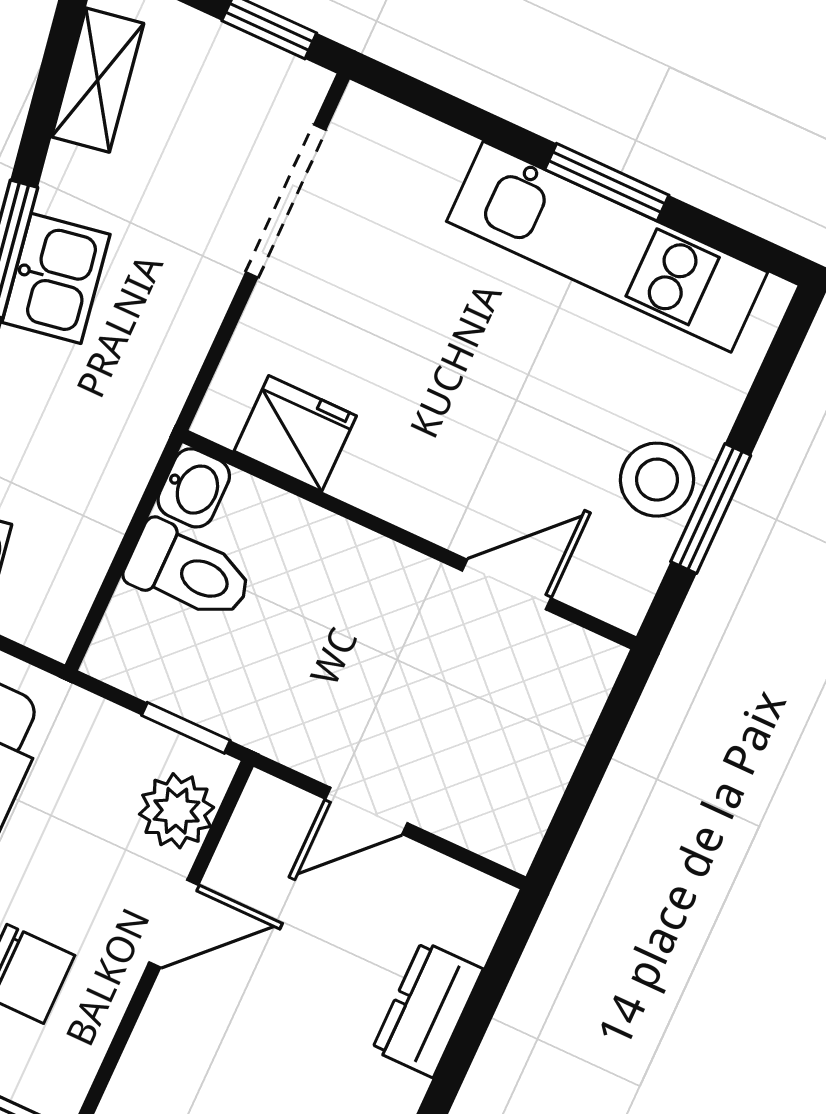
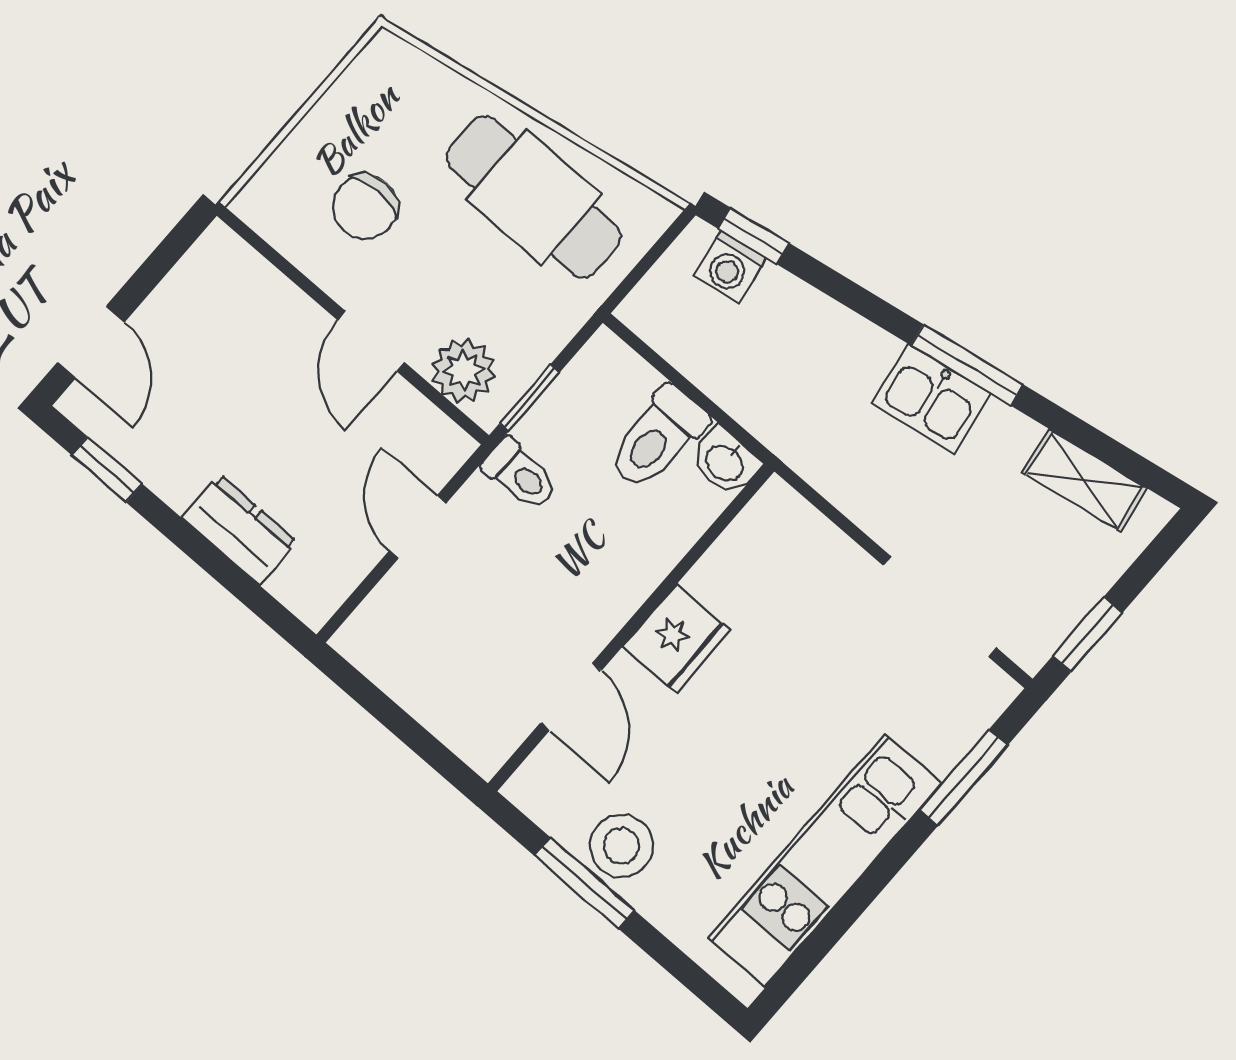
window: (607, 182) -> (963, 778), moved
fridge: (295, 433) -> (677, 639), moved
toilet: (274, 713) -> (520, 474), added

